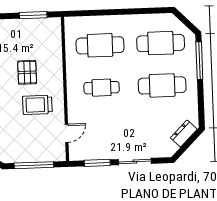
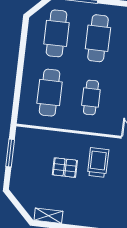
trolley: (37, 105) -> (98, 162), turned 180

